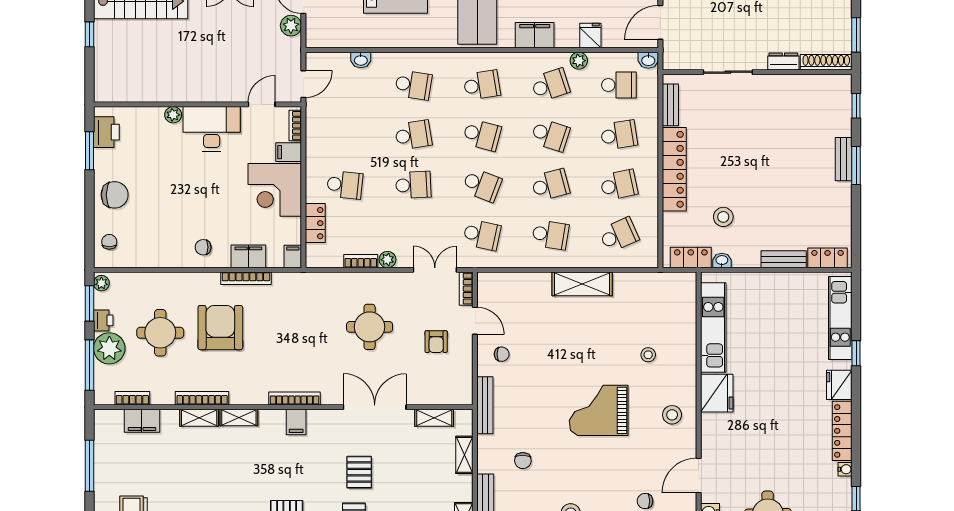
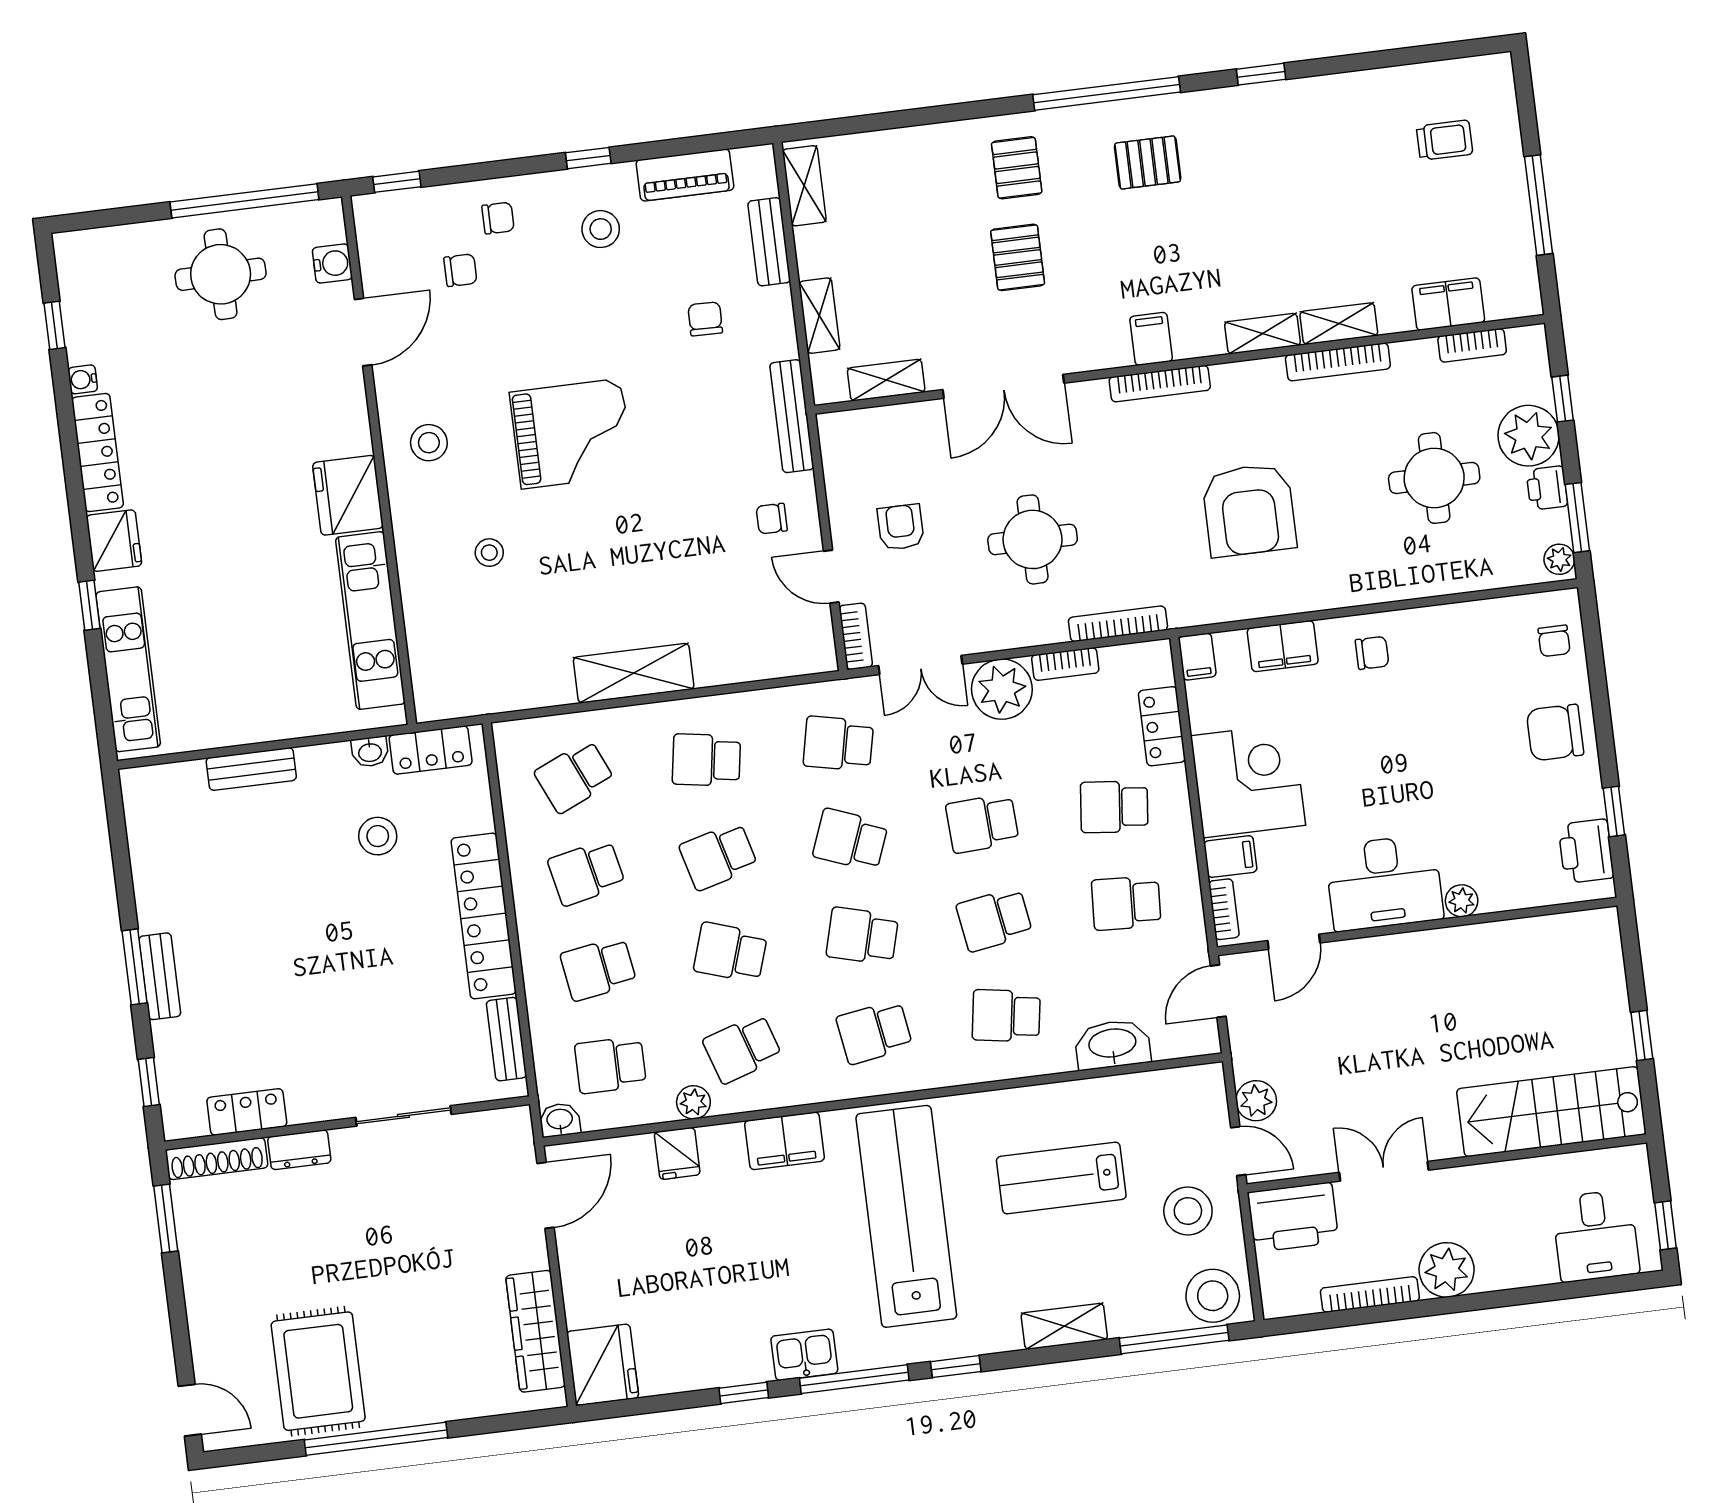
washbasin: (361, 60) -> (1113, 1044), width x1.91, depth x1.45
school desk: (345, 135) -> (1126, 903), added
window: (90, 151) -> (1614, 811), width x0.67
locker: (828, 258) -> (247, 1112), moved, turned 180
plant: (387, 260) -> (1002, 689), width x1.87, depth x1.87
bookcase: (246, 278) -> (1118, 624), moved
armchair: (220, 328) -> (1249, 510), moved
window: (90, 365) -> (1563, 399), width x0.46

